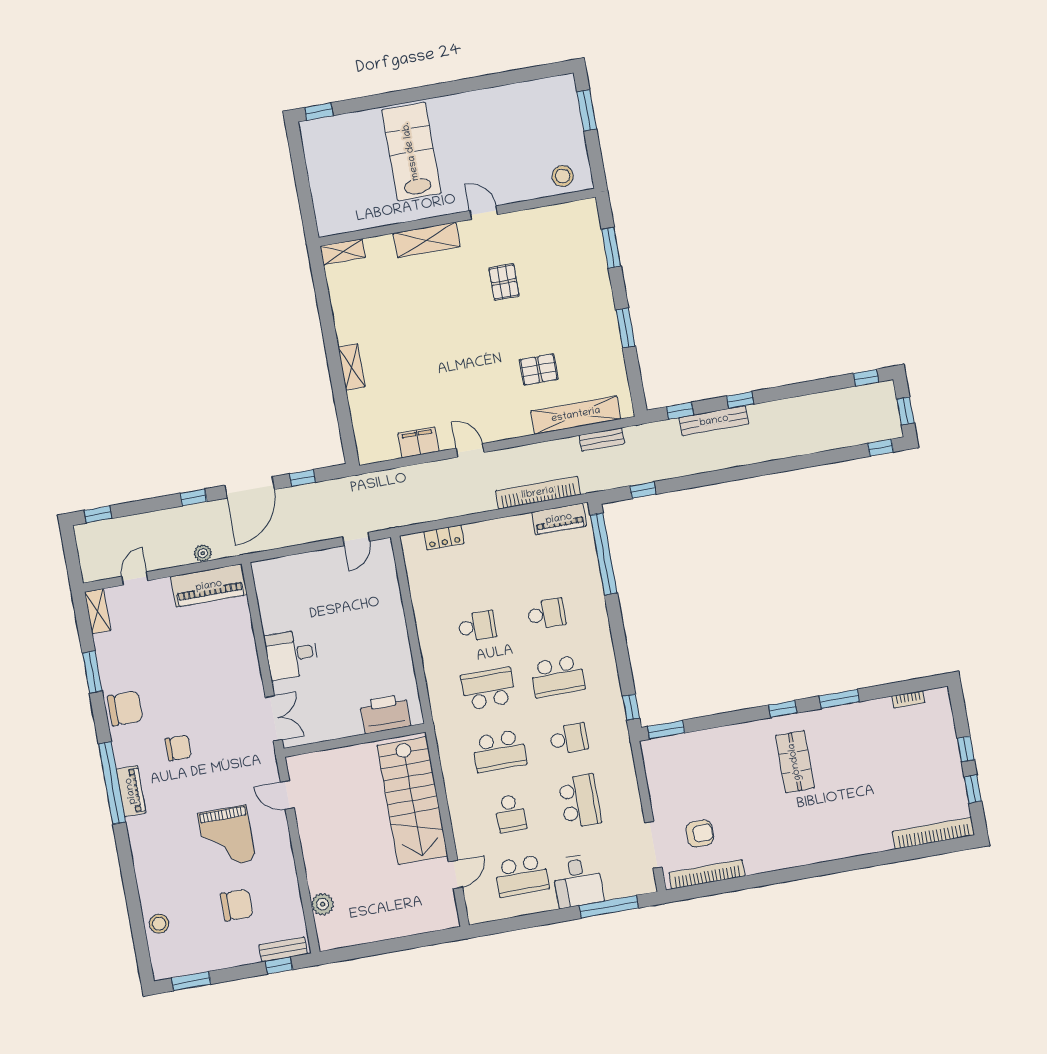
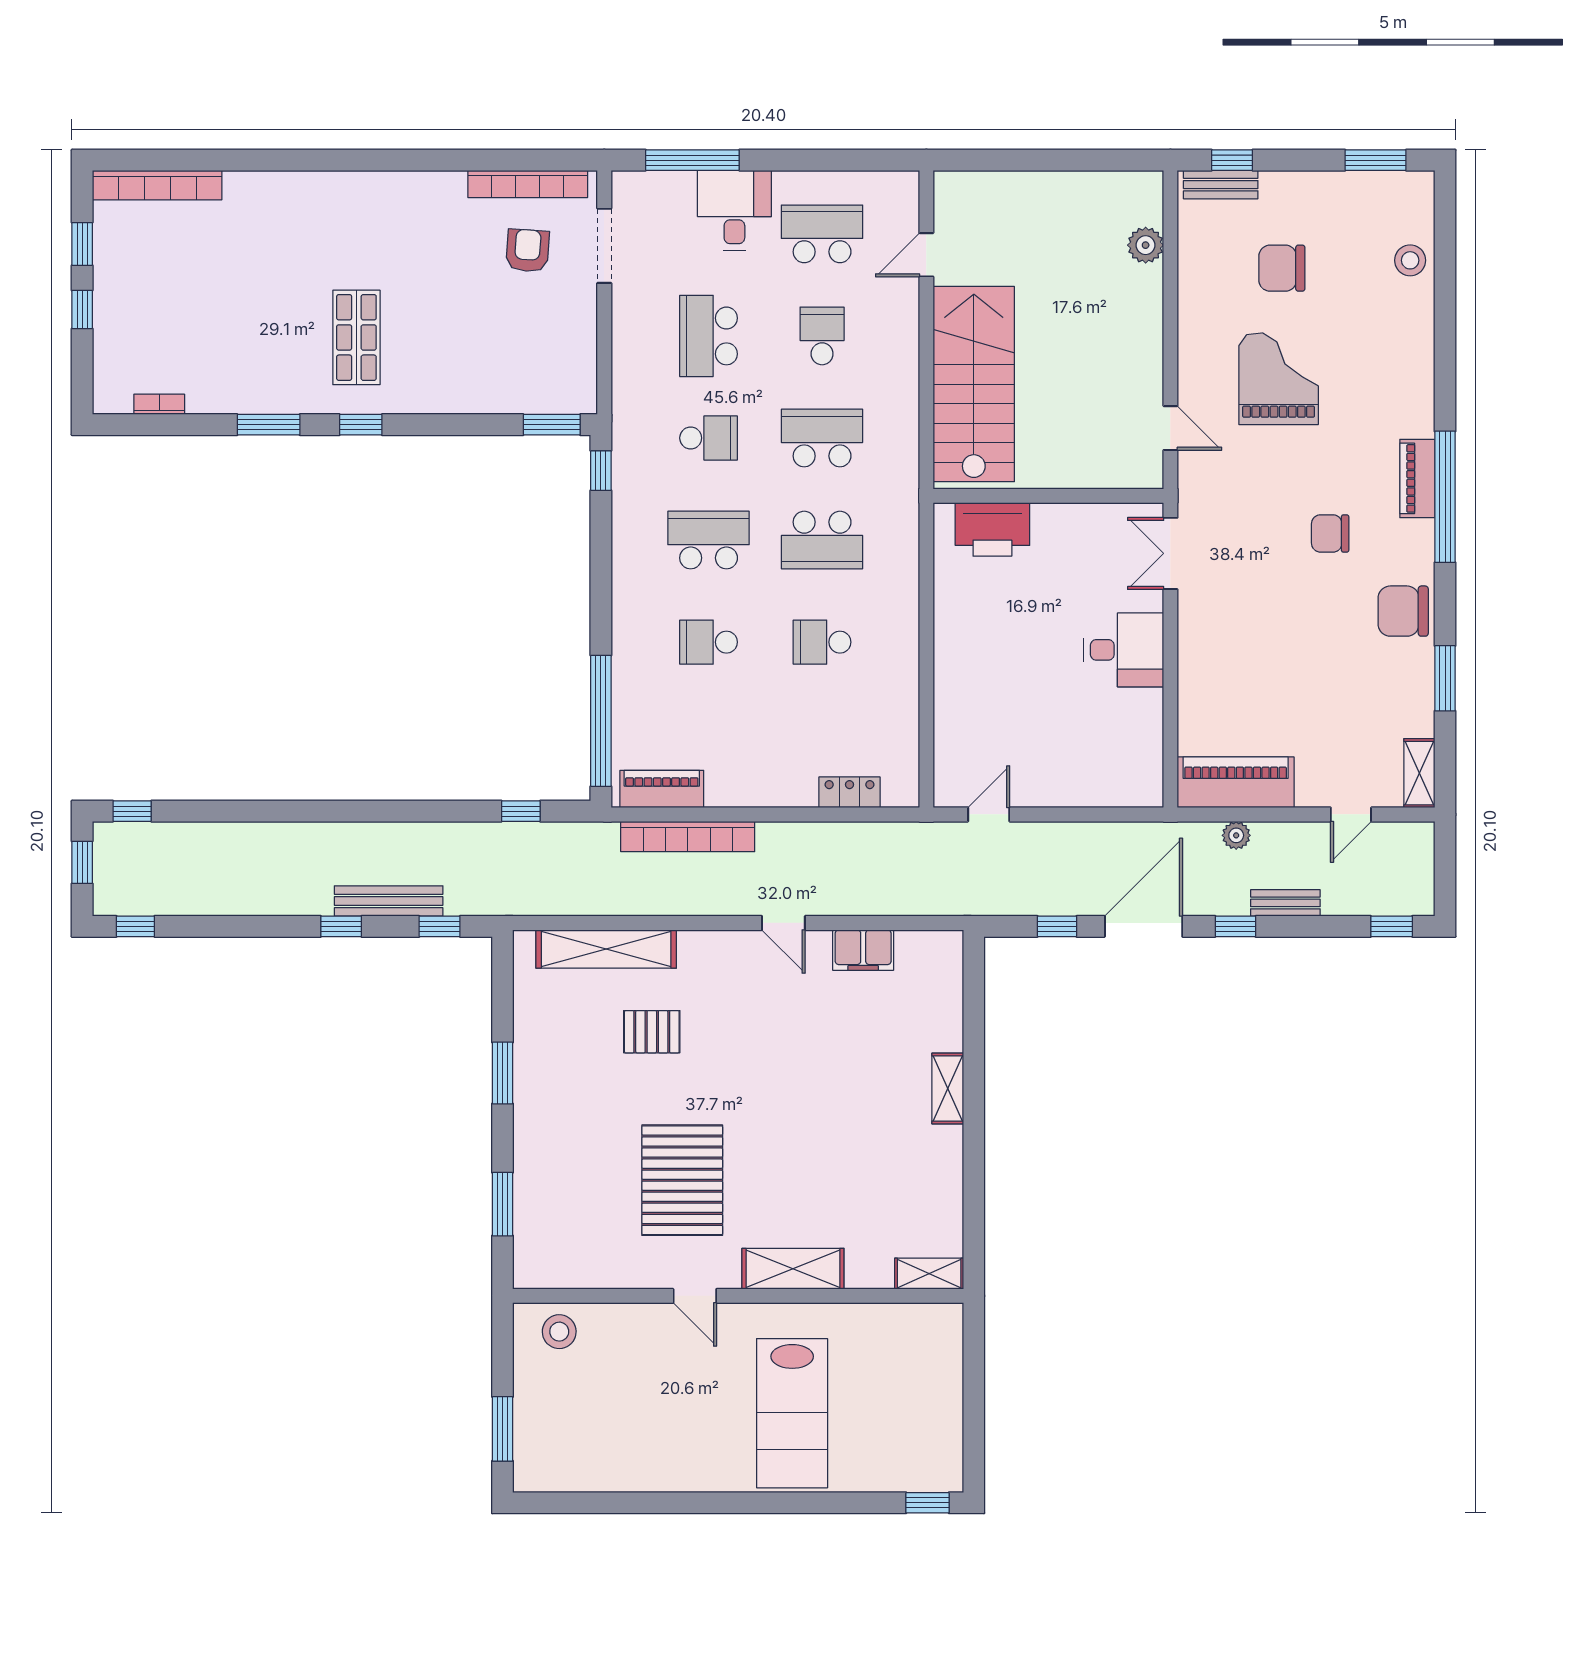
pallet: (504, 282) -> (682, 1180), width x2.05, depth x2.00
bench: (602, 439) -> (1285, 903), moved
school desk: (569, 739) -> (709, 438), turned 180
armchair: (700, 834) -> (528, 251), turned 94

